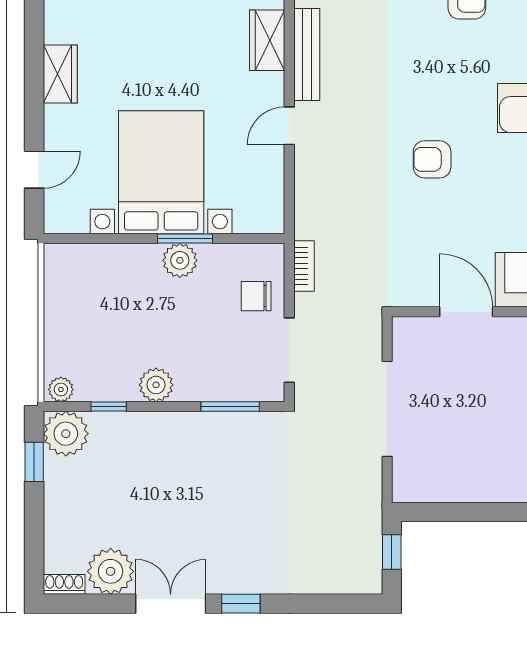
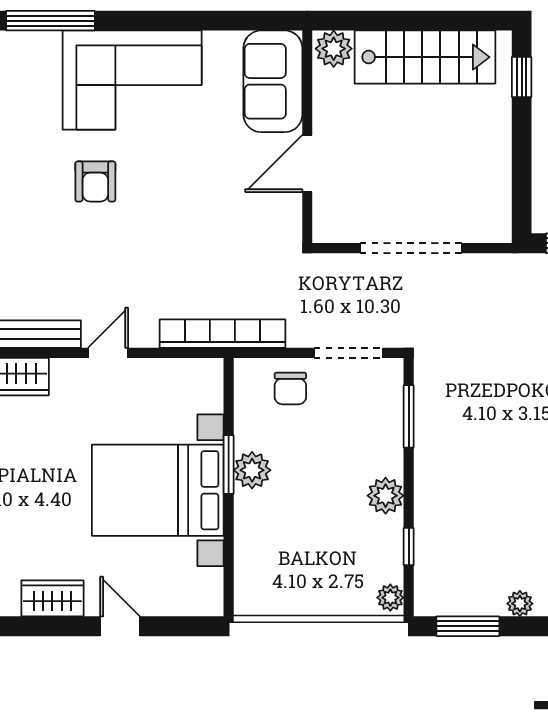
door: (289, 126) -> (108, 353), swing flipped
armchair: (432, 159) -> (95, 181), moved
door: (34, 170) -> (120, 626), moved
bookcase: (304, 266) -> (222, 334), width x2.31, depth x1.31
plant: (66, 434) -> (520, 604), moved, width x0.53, depth x0.53
window: (34, 462) -> (468, 626), width x1.50

